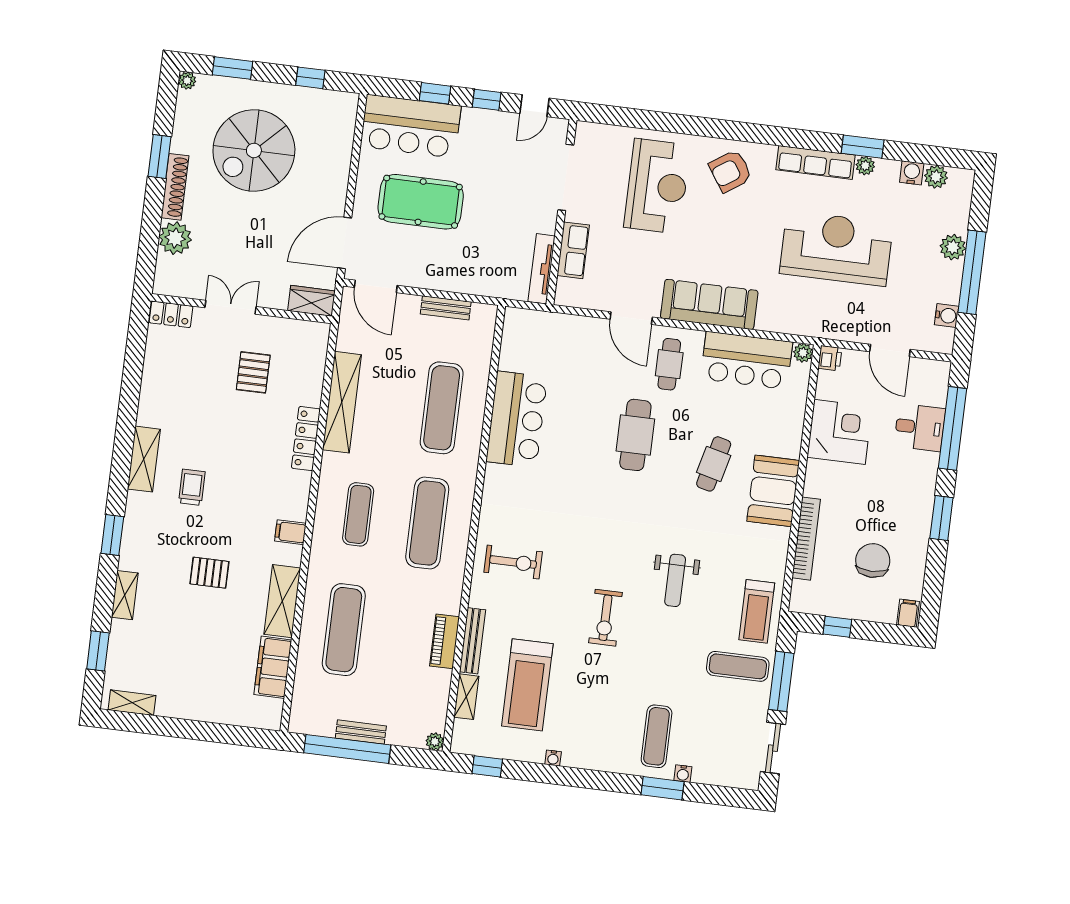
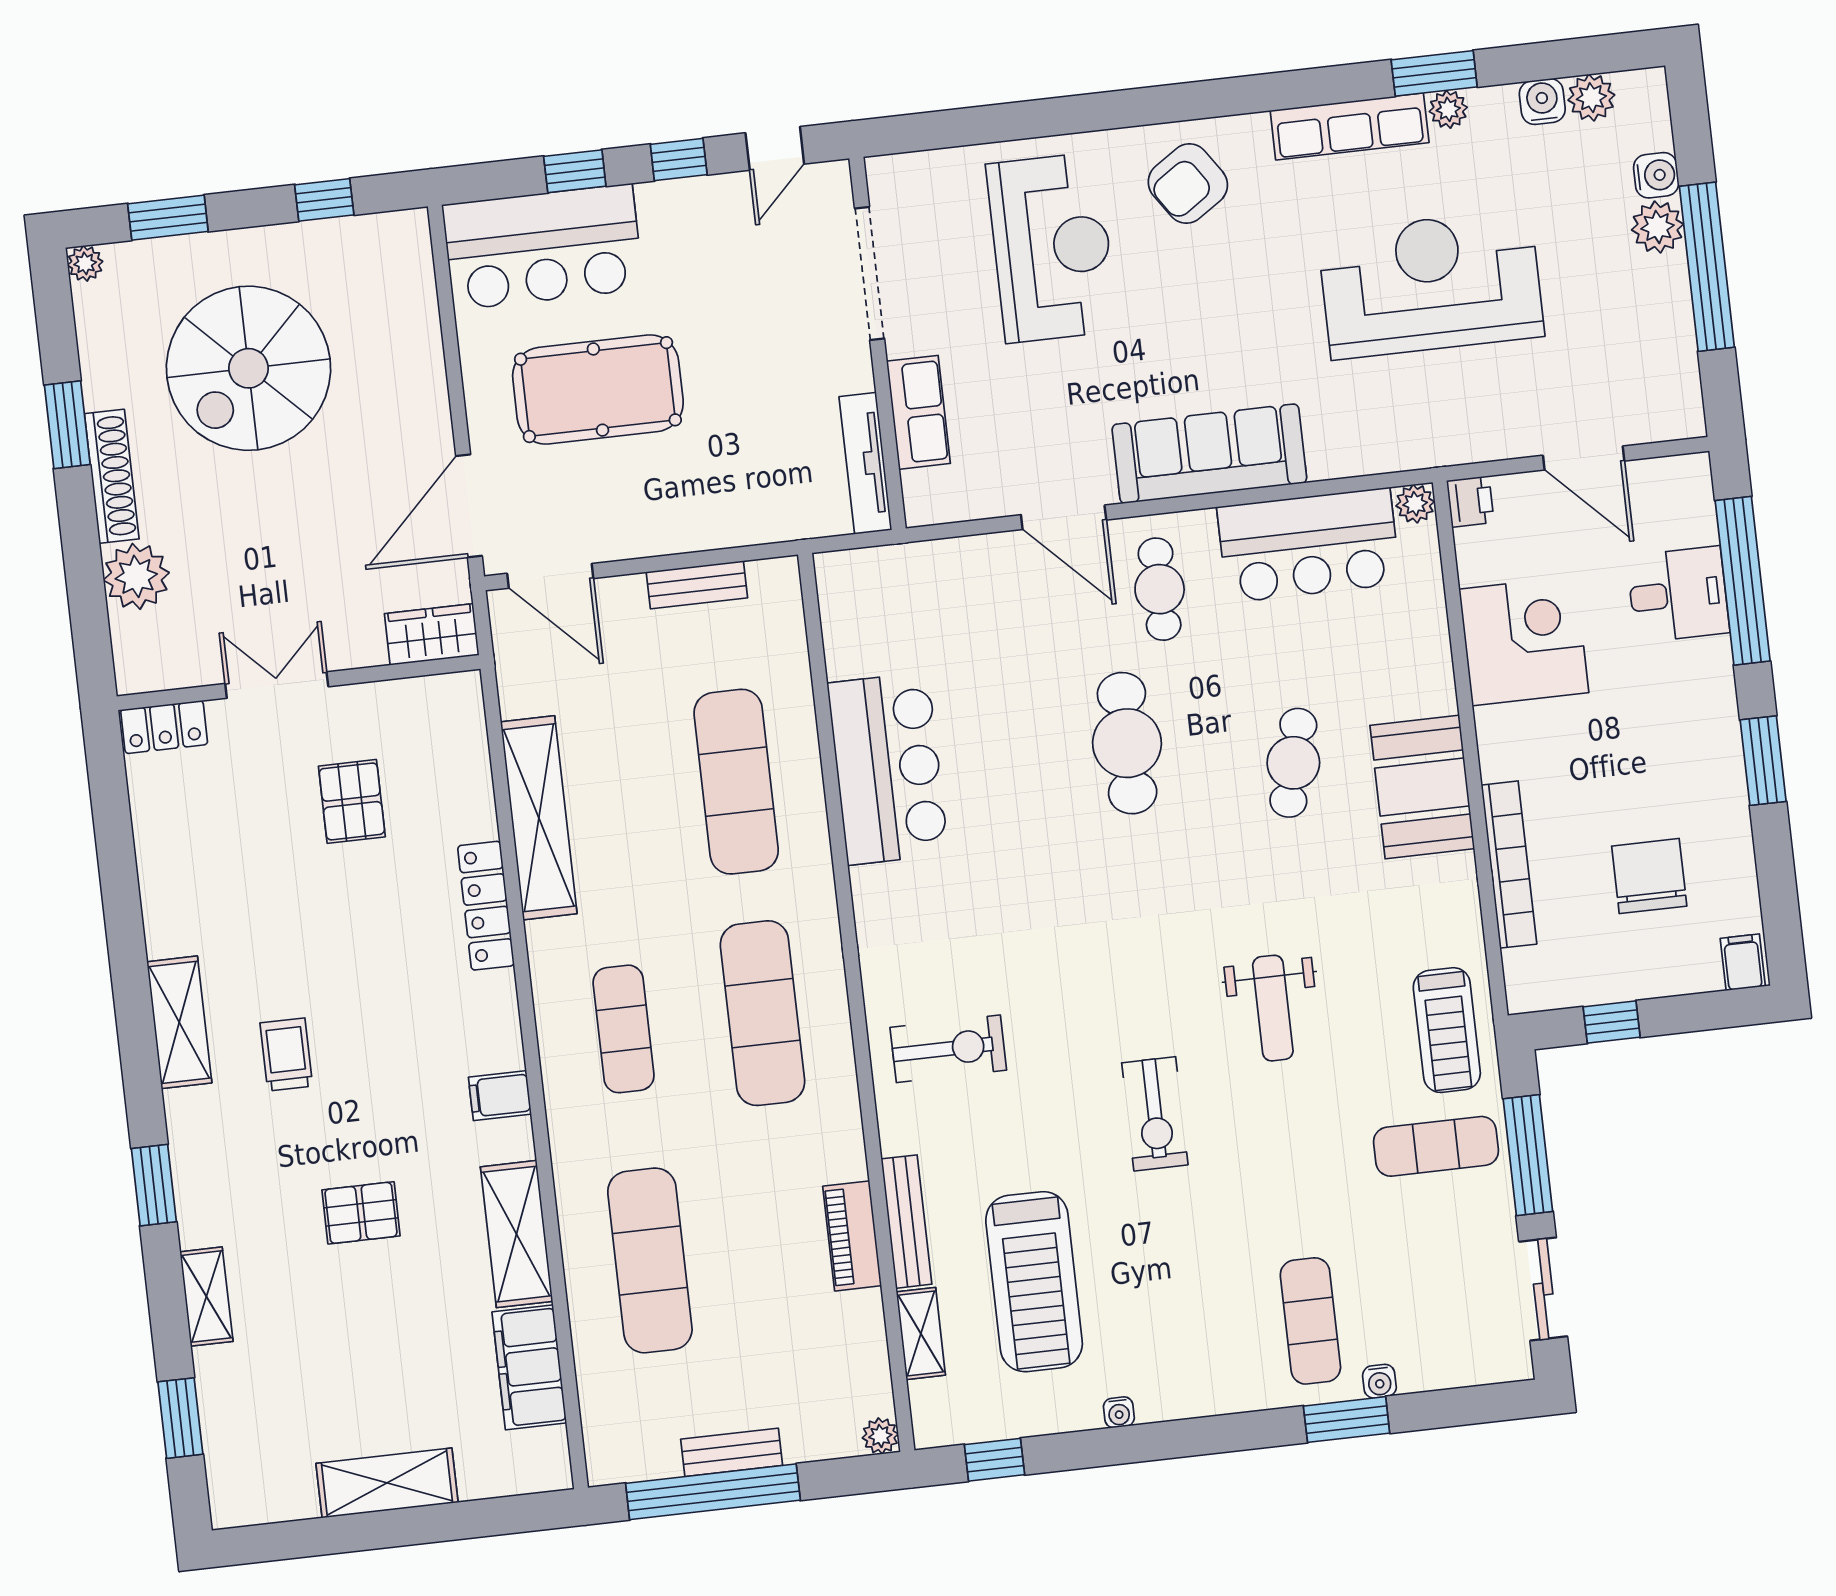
water cooler: (947, 316) -> (1656, 175), moved
shelving: (132, 703) -> (387, 1483), moved, width x1.50, depth x1.33

